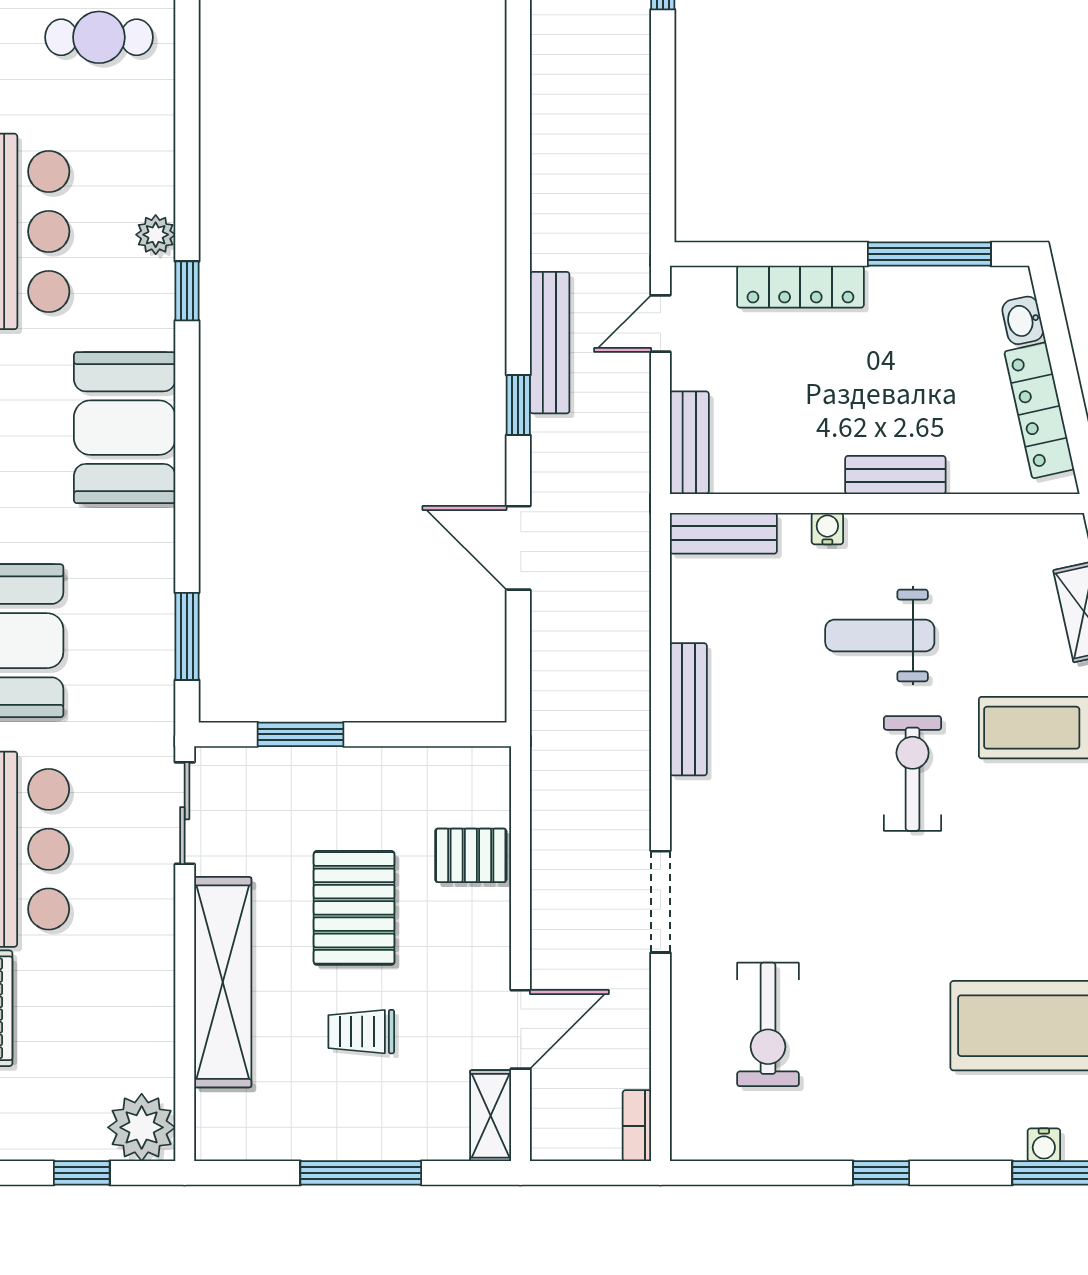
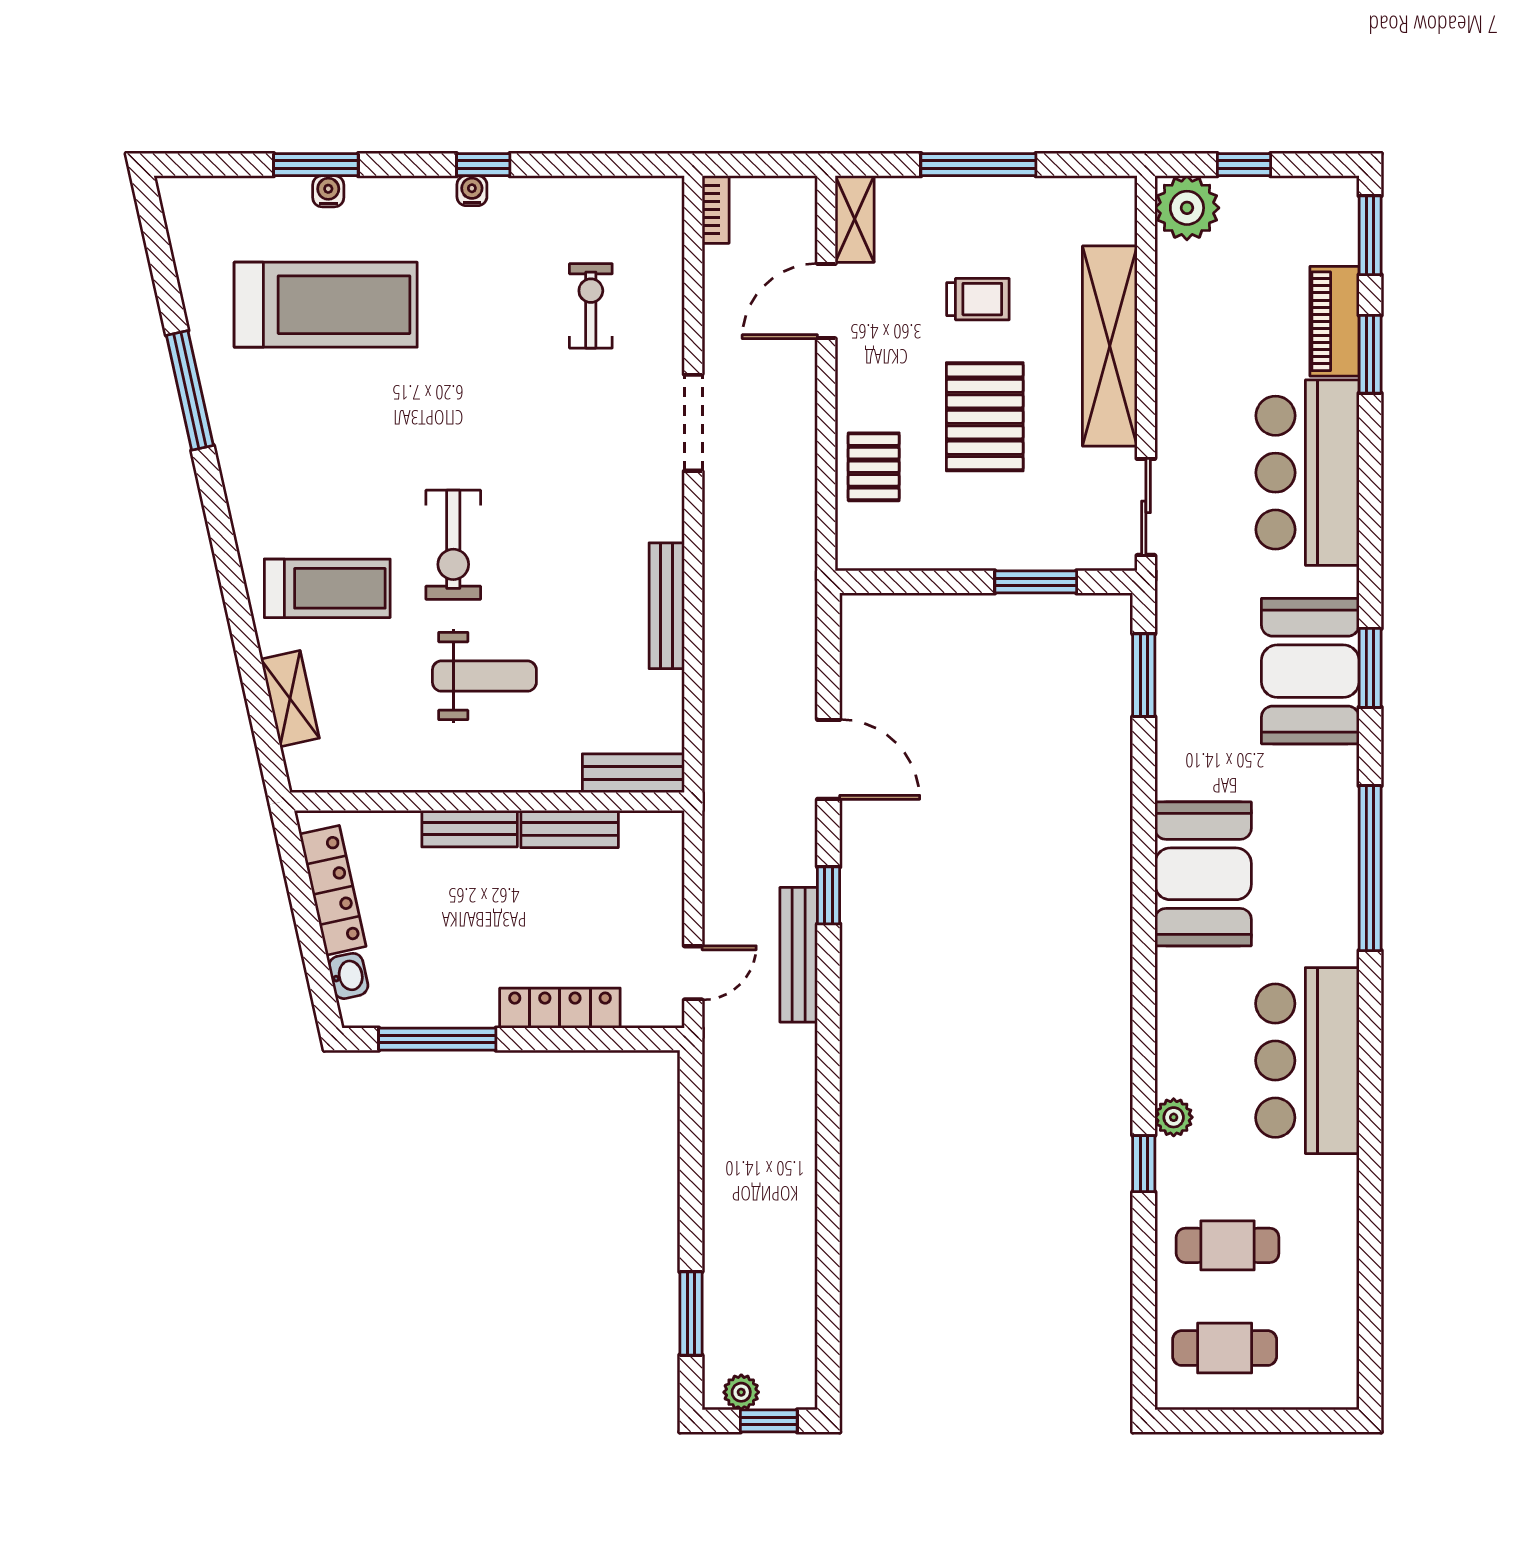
plant: (156, 235) -> (1174, 1117), moved
window: (187, 291) -> (1144, 1164), moved
bench: (689, 443) -> (570, 829), moved, turned 90
water cooler: (827, 529) -> (472, 191), moved, turned 180
pallet: (471, 855) -> (874, 467), turned 90
exercise bike: (768, 1024) -> (591, 306), width x0.73, depth x0.72

